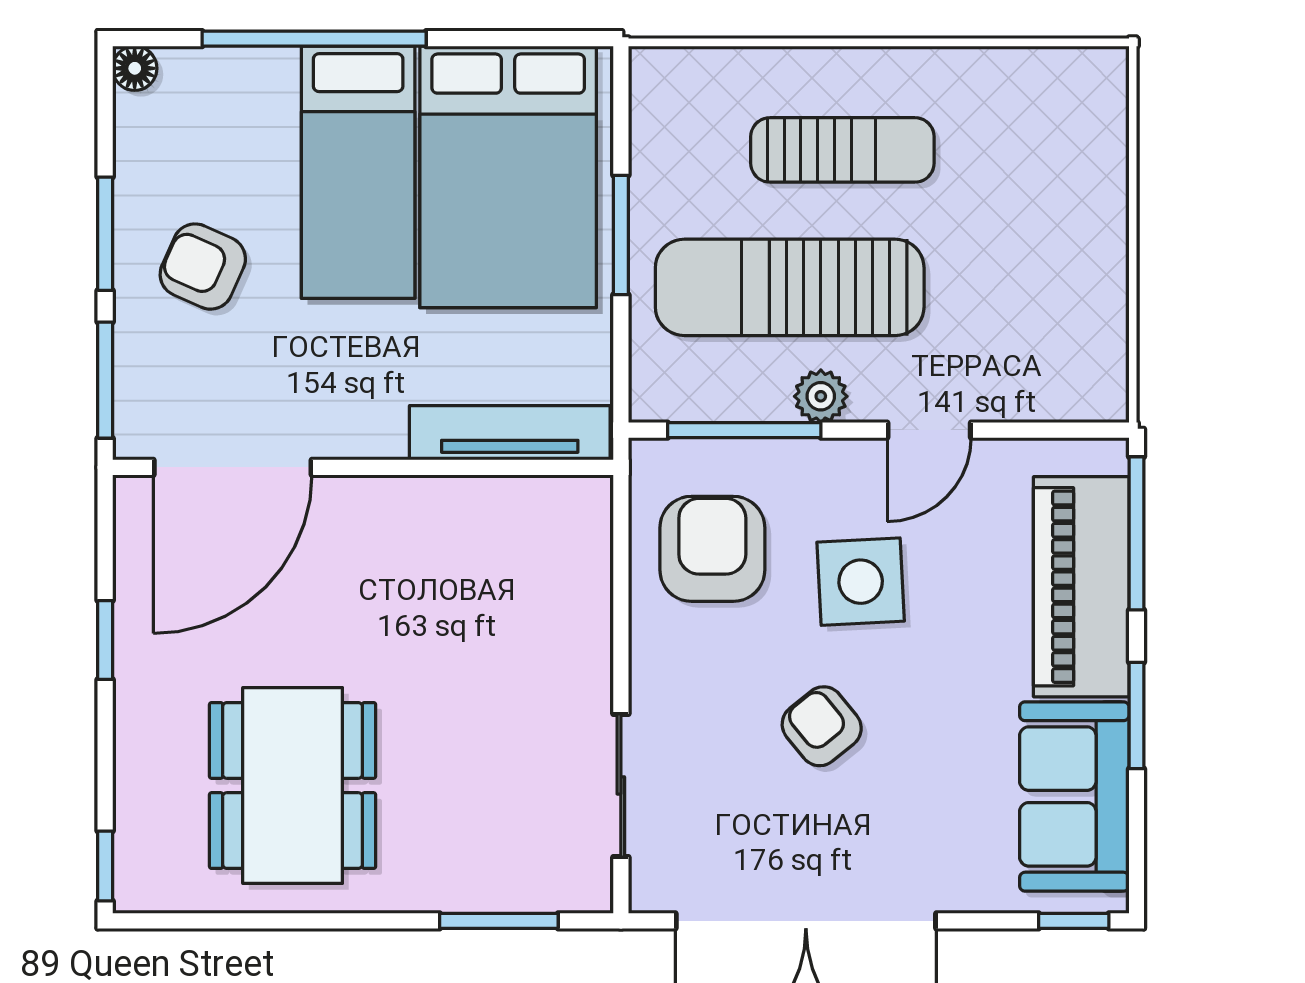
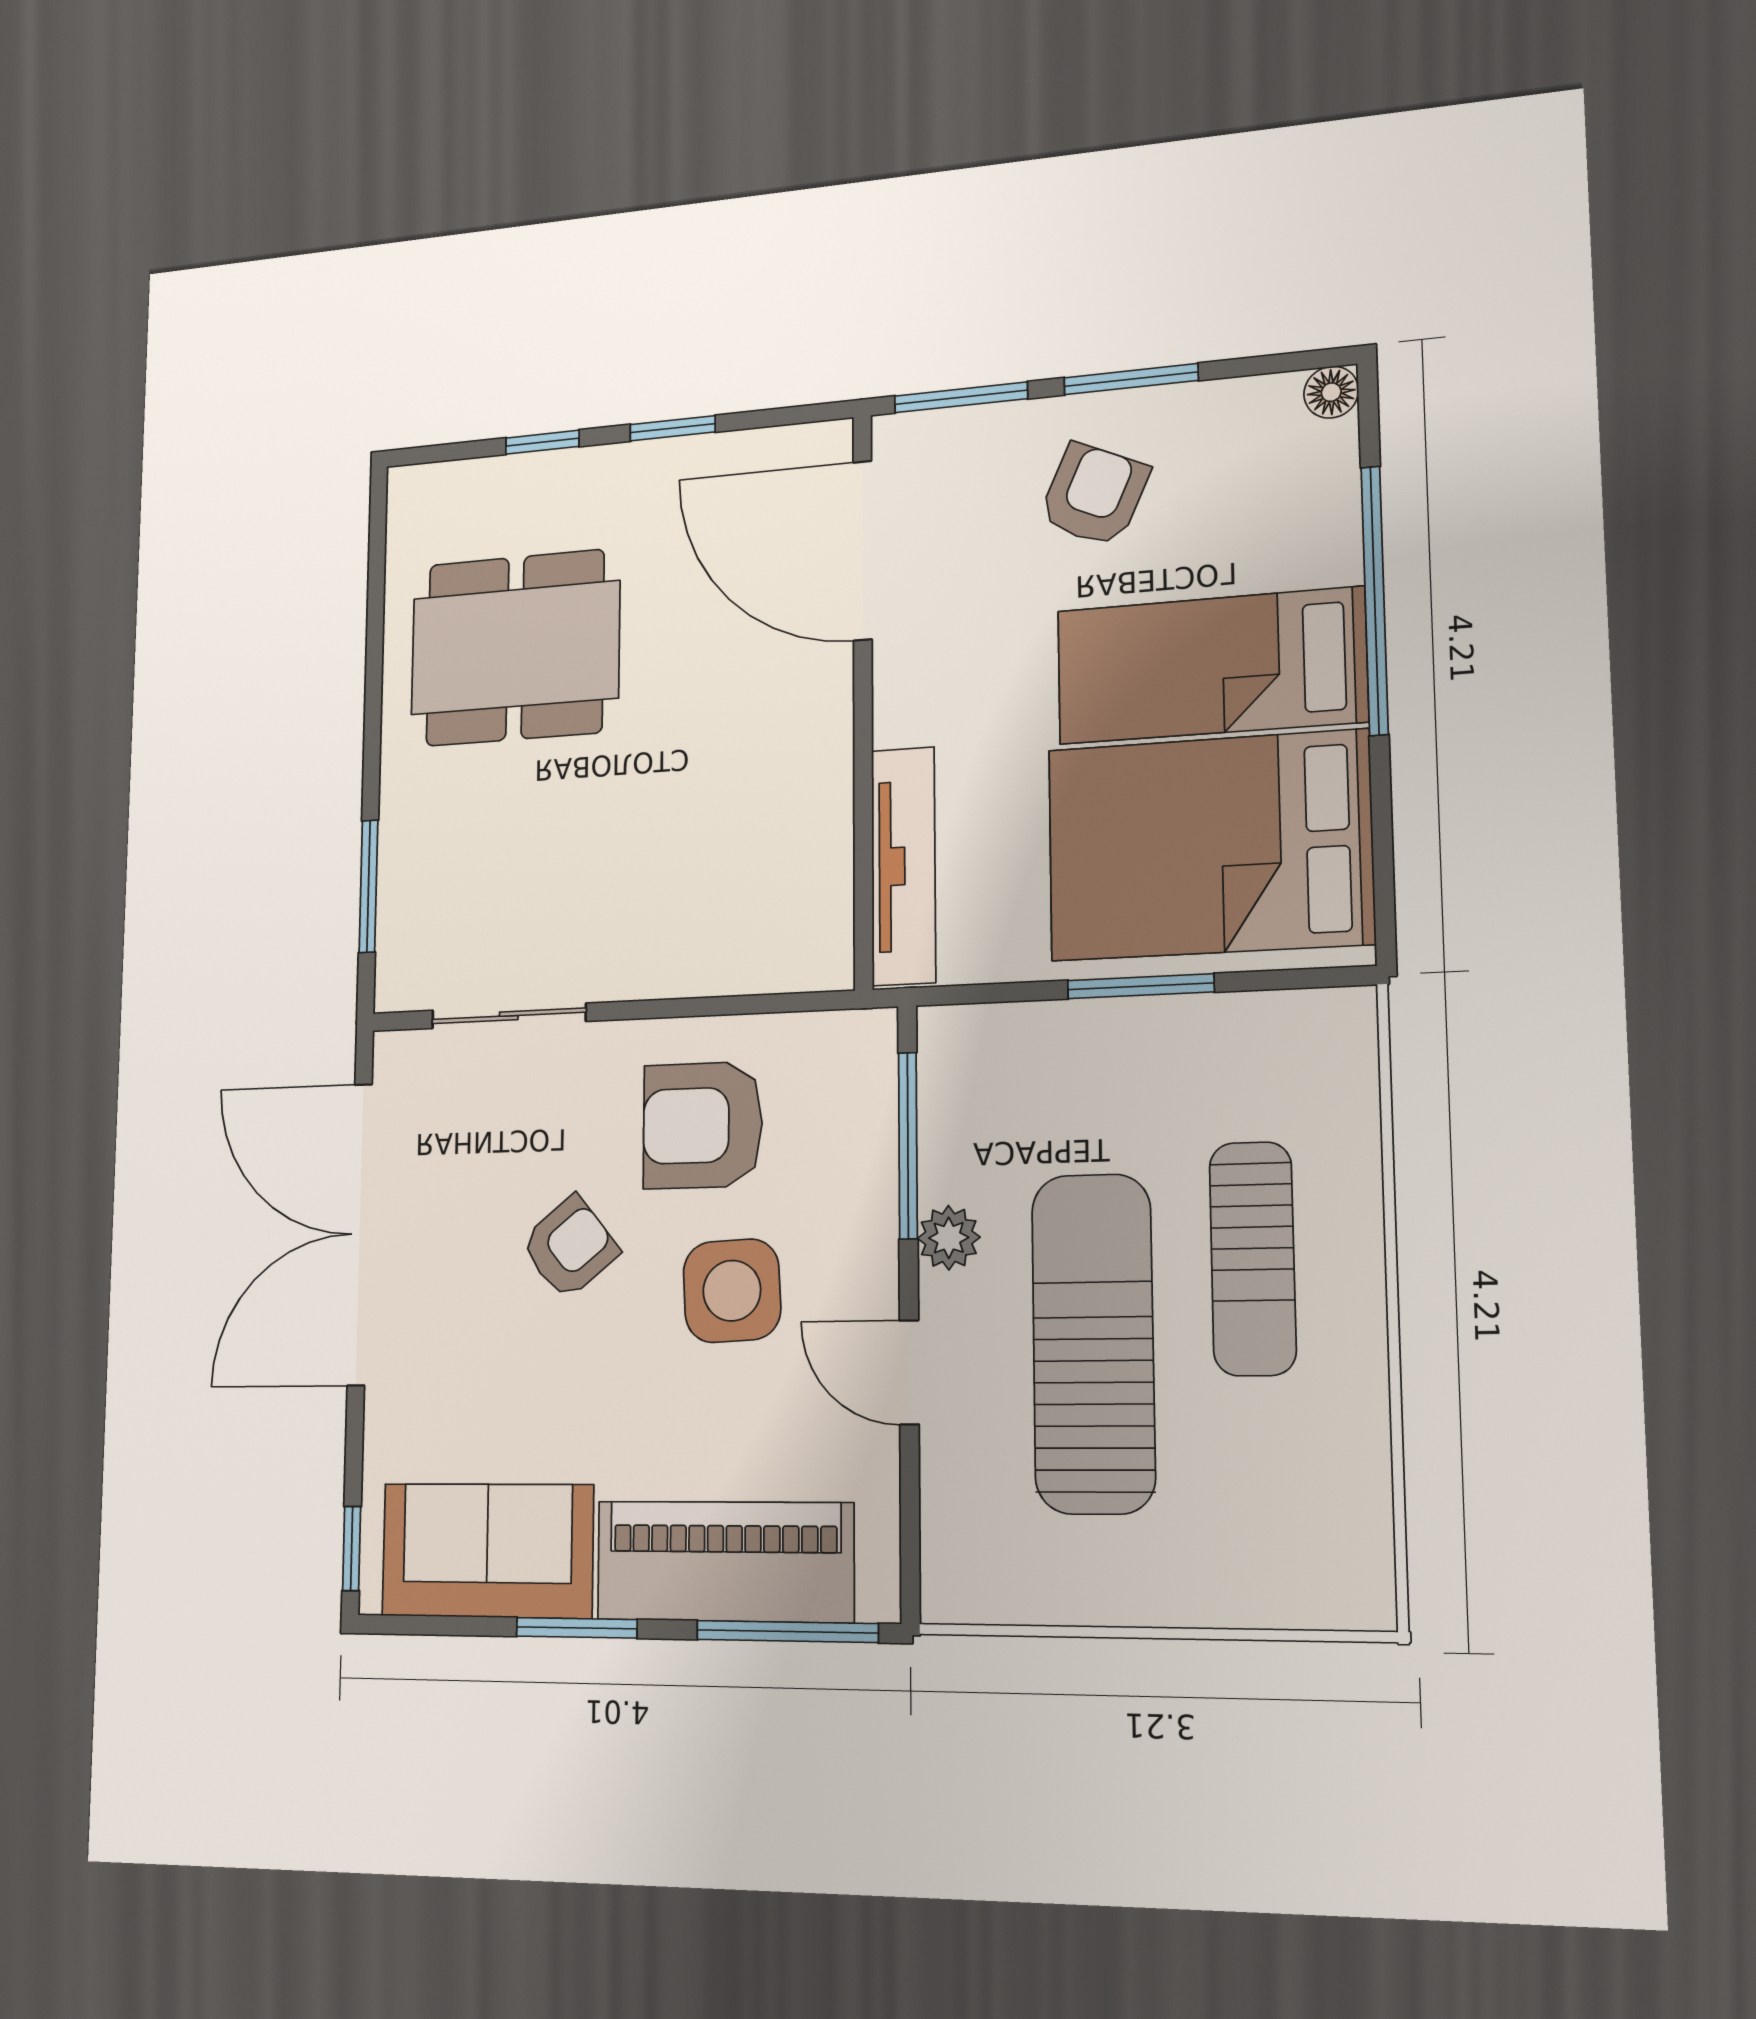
sun lounger: (790, 287) -> (1093, 1343), moved
armchair: (712, 549) -> (703, 1125), moved, turned 180
window: (105, 866) -> (542, 442), moved

